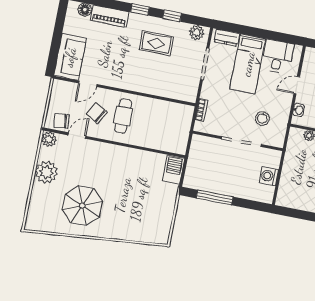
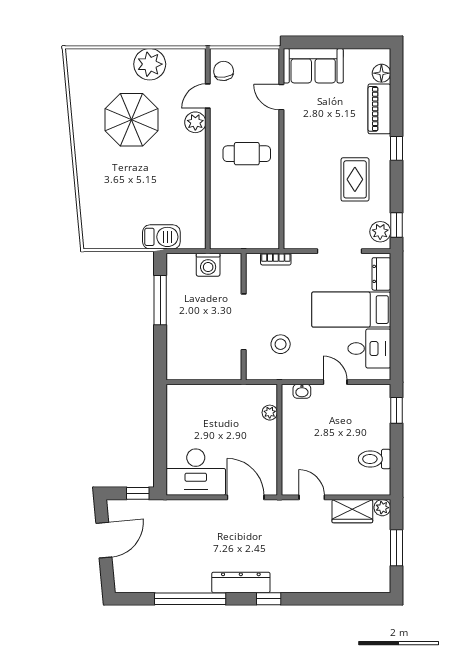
window: (172, 16) -> (397, 225), moved
chair: (97, 113) -> (244, 117), removed
door: (77, 136) -> (208, 96), swing flipped
plant: (49, 139) -> (195, 122), moved
barbecue: (174, 170) -> (161, 237), moved
washing machine: (269, 176) -> (208, 265), moved, turned 180
parasol: (82, 206) -> (131, 120), moved

